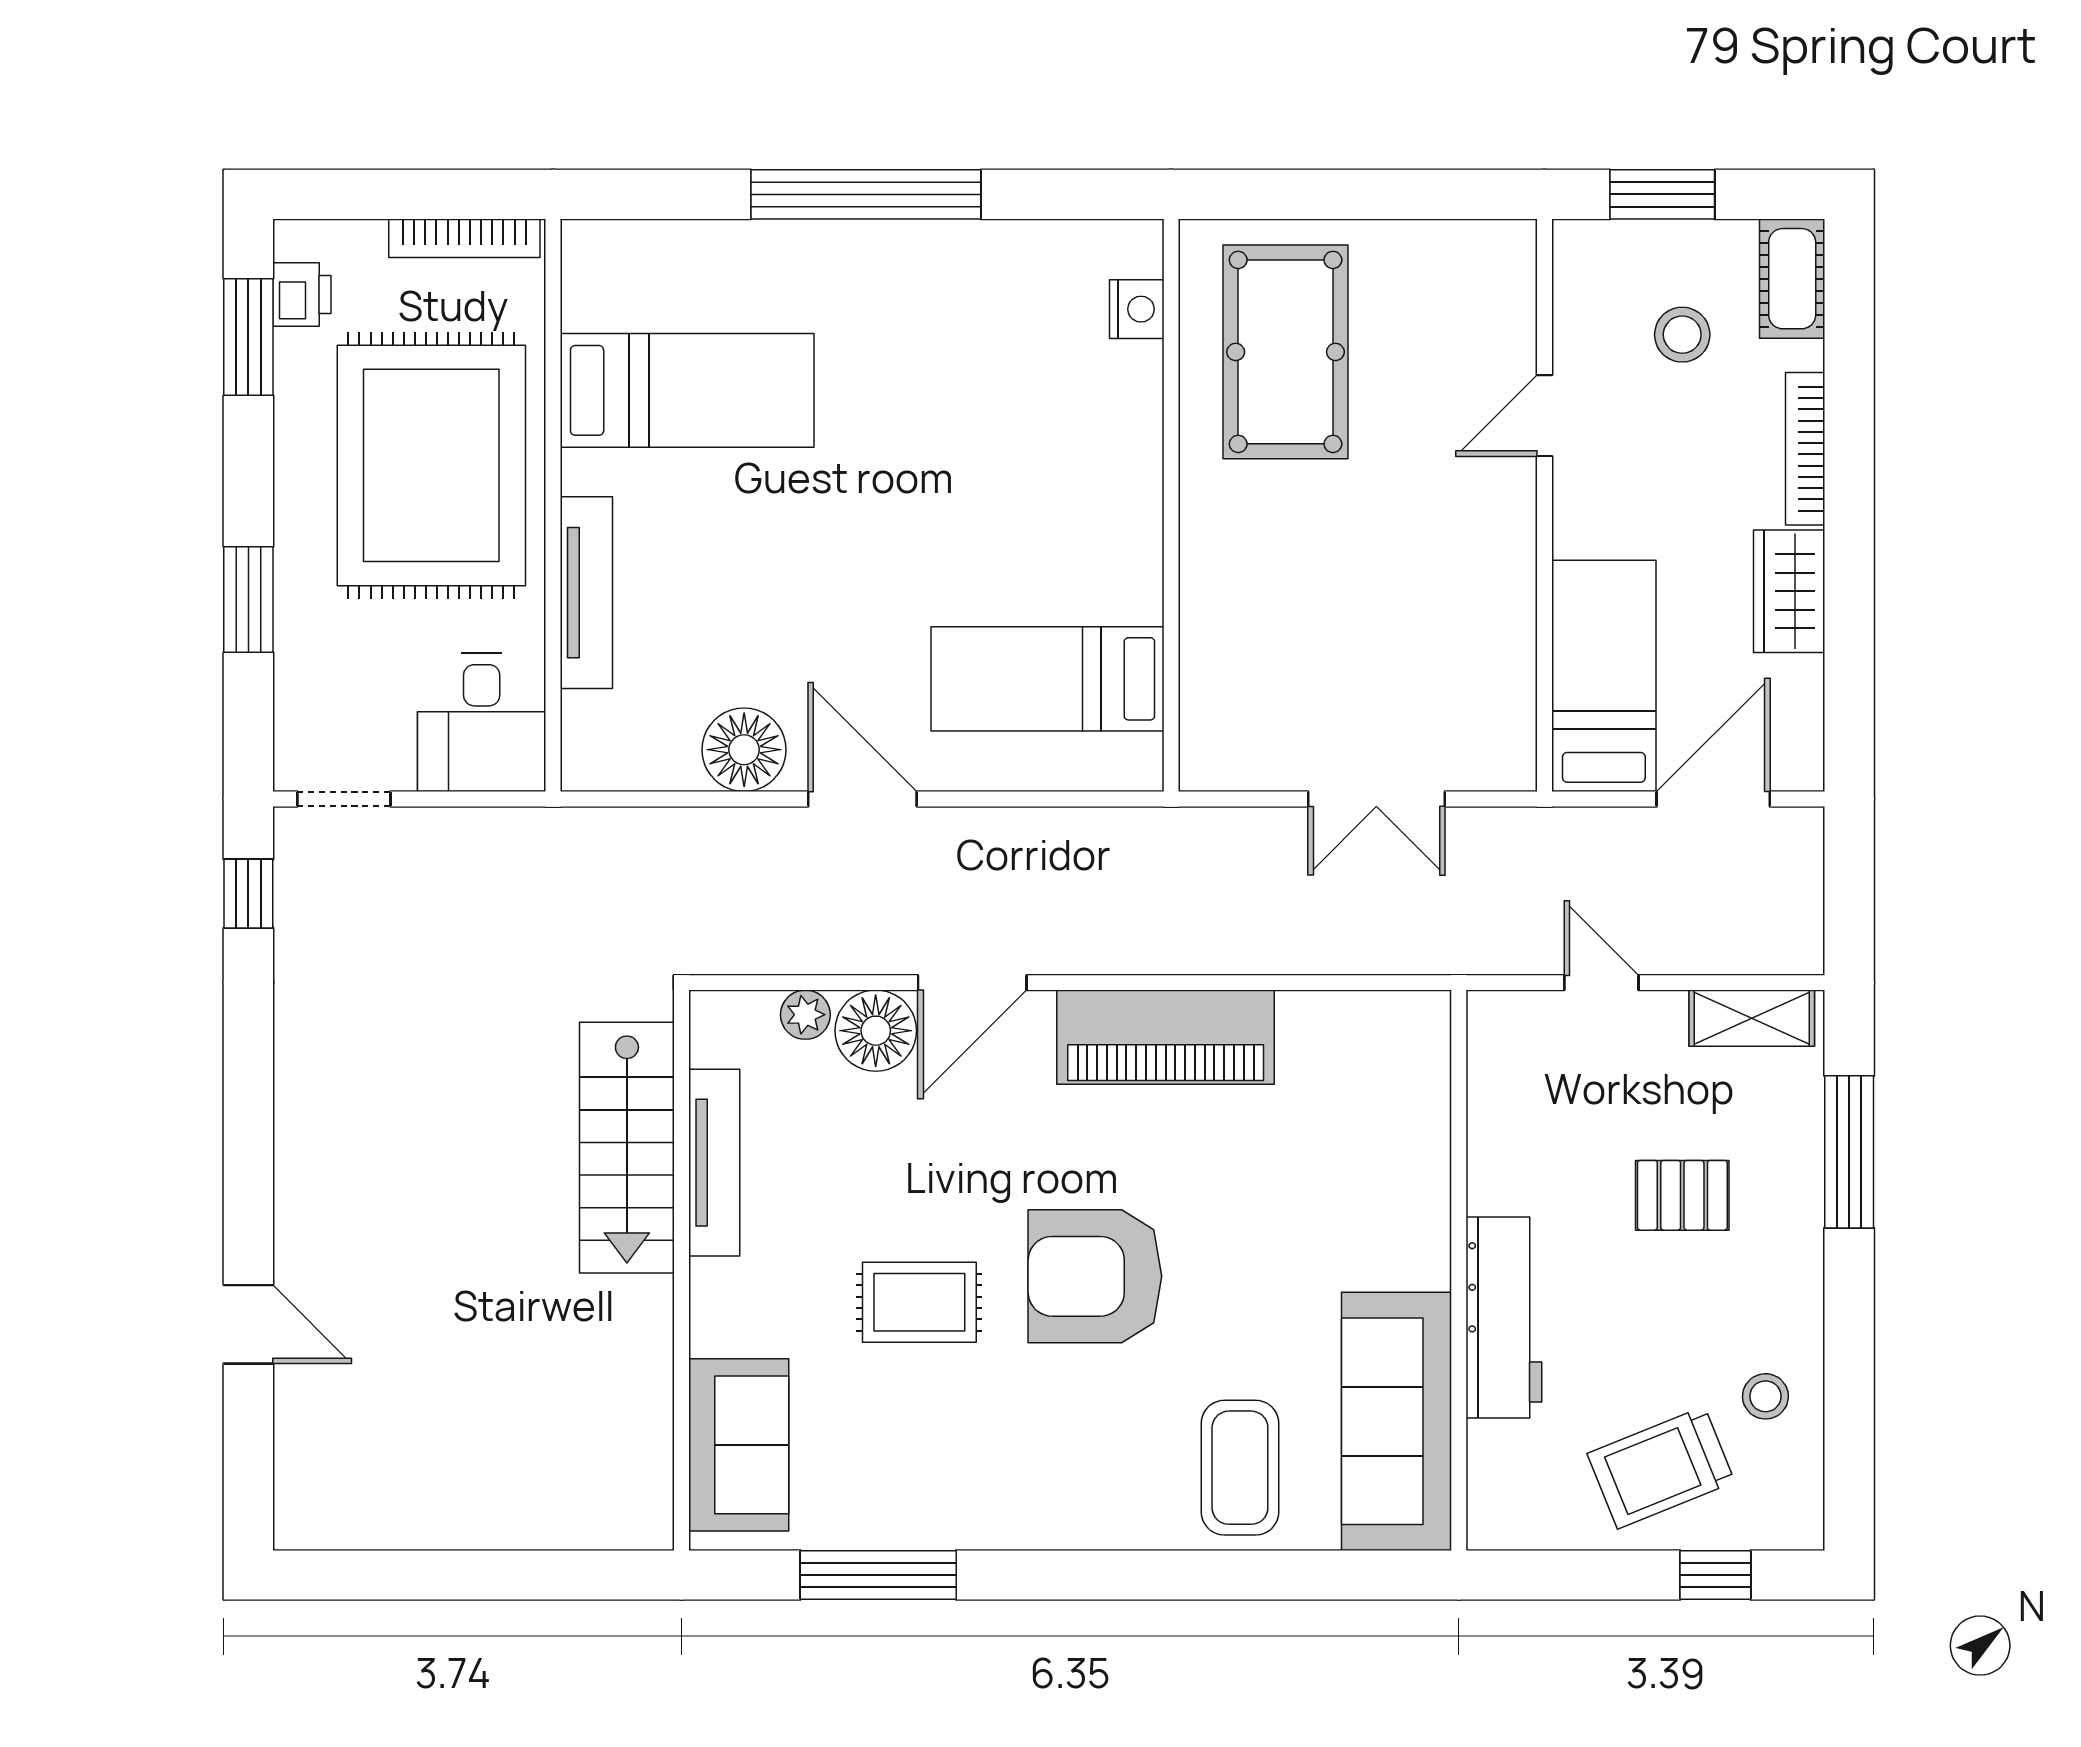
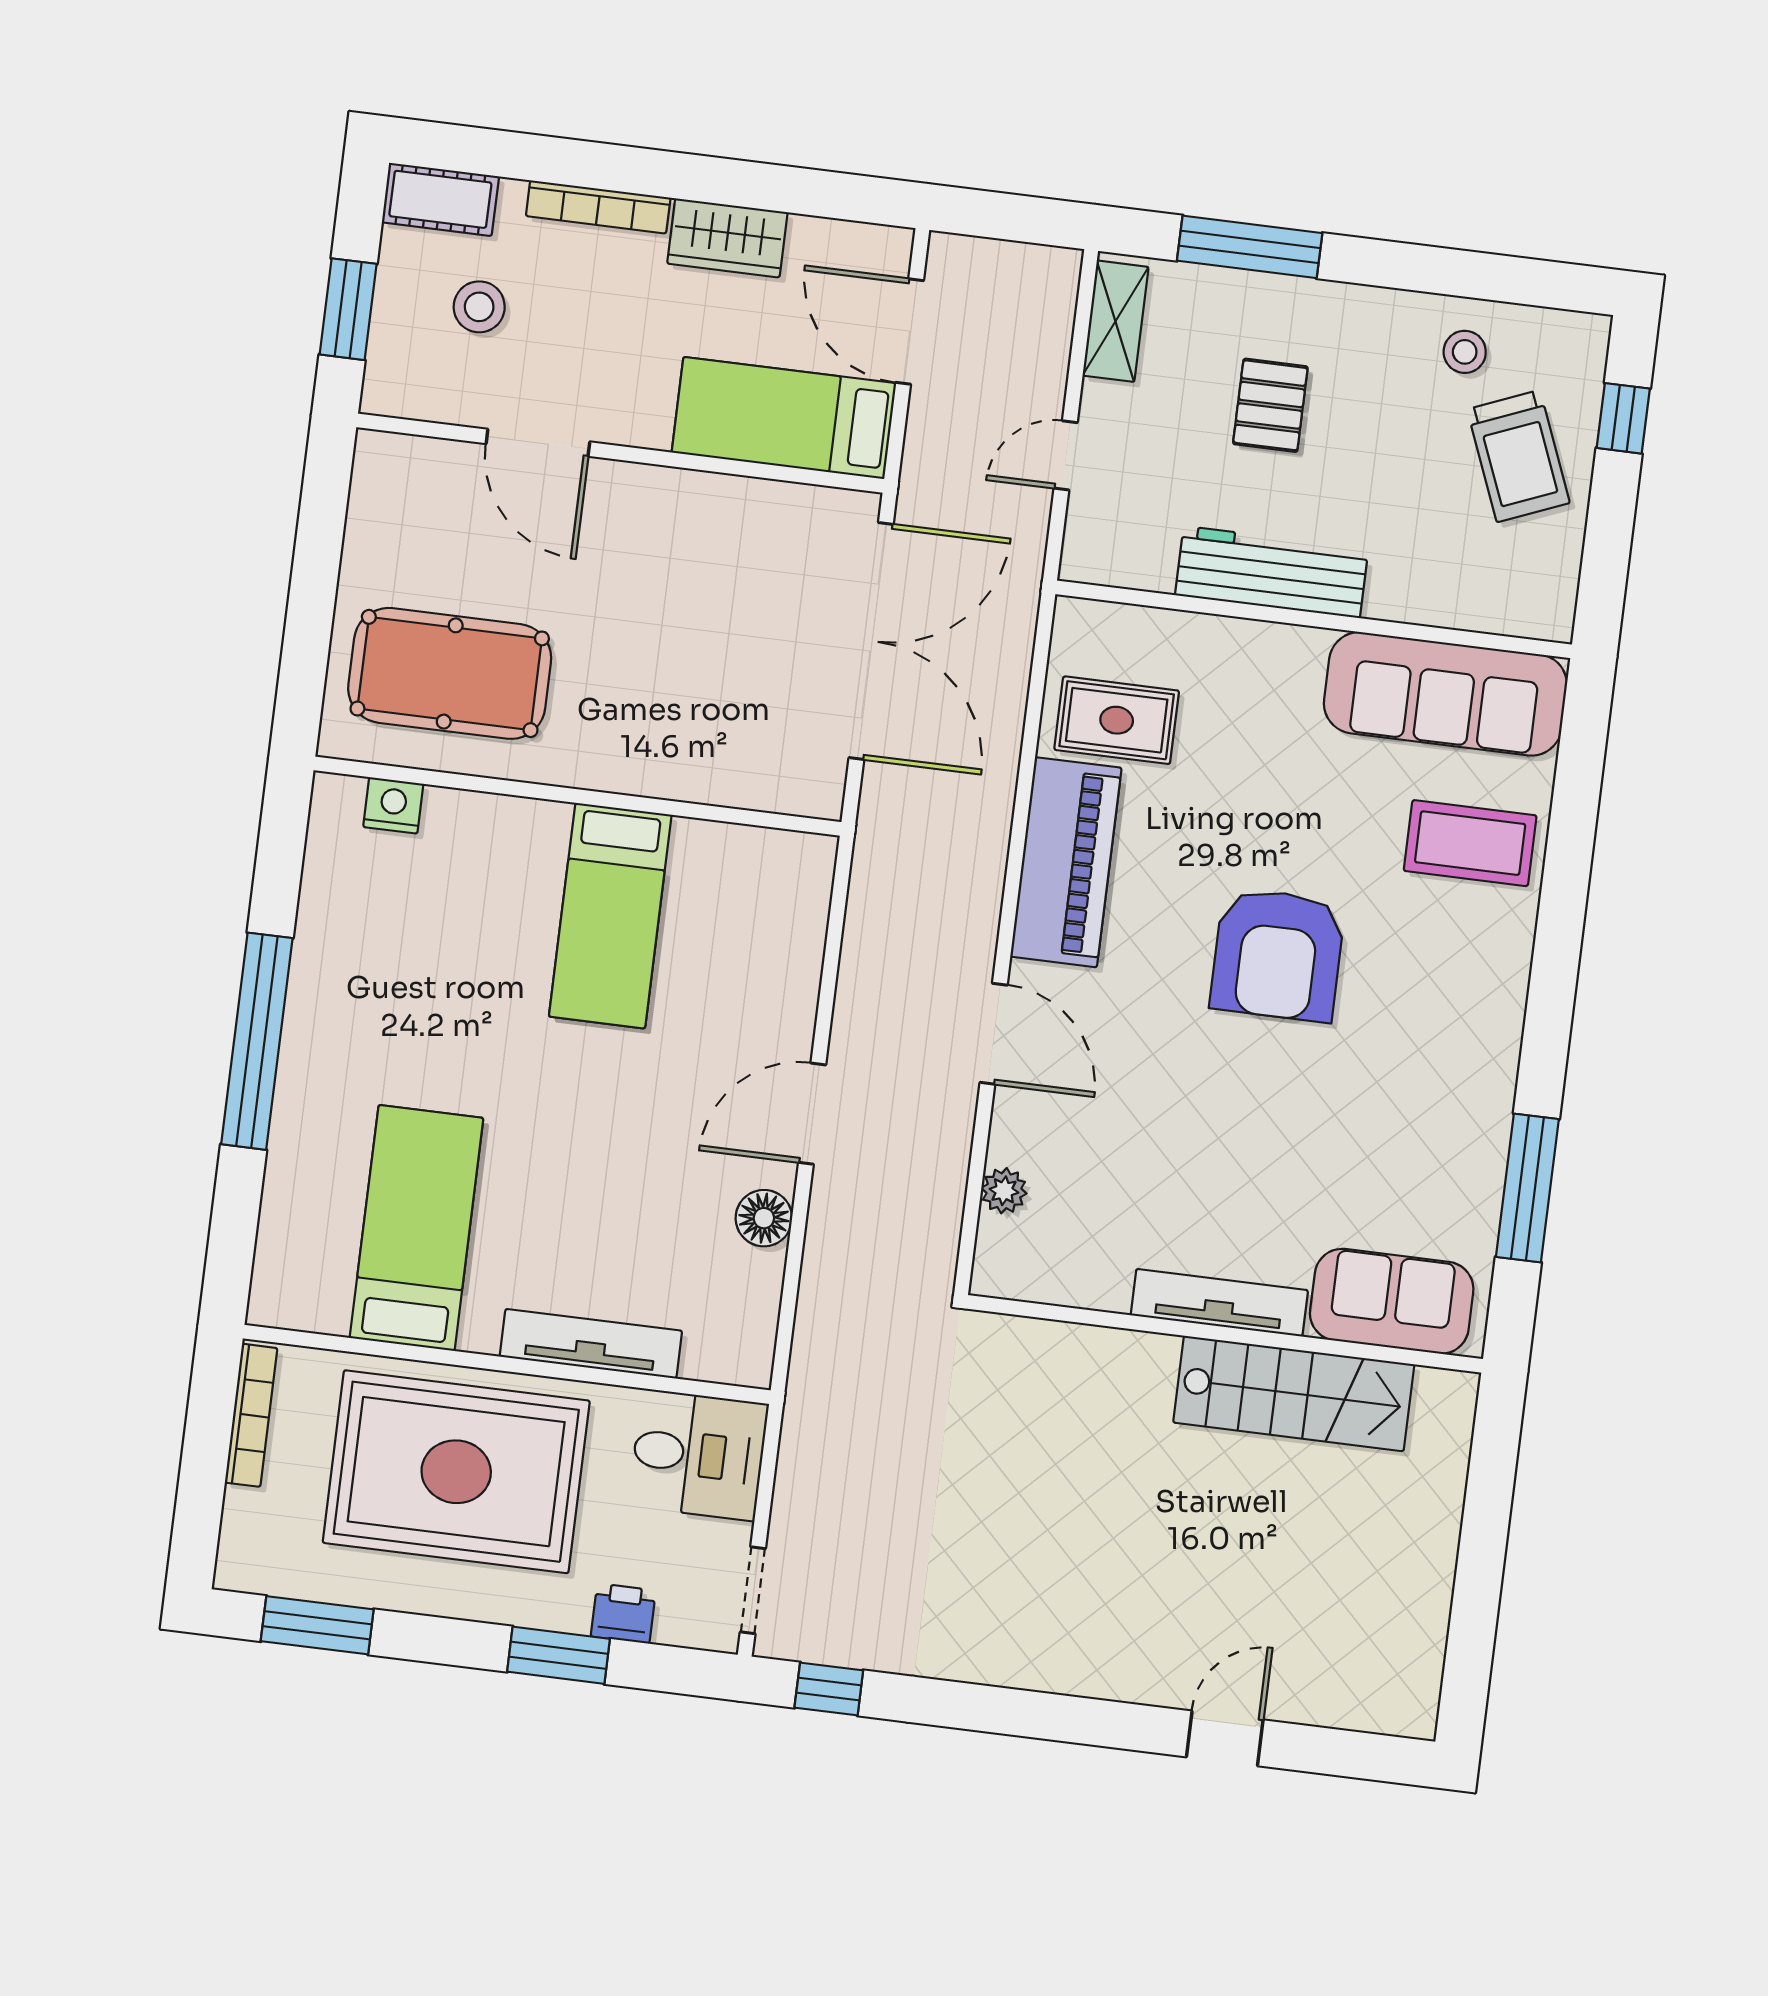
printer: (302, 295) -> (623, 1613), moved
door: (1544, 416) -> (538, 443), width x1.38
bed: (1047, 679) -> (610, 916), moved
floor lamp: (744, 750) -> (764, 1218), width x0.73, depth x0.73
double door: (1376, 799) -> (871, 641), width x1.87
floor lamp: (876, 1031) -> (1027, 1128), removed
stairs: (627, 1148) -> (1294, 1393), moved
tv unit: (714, 1163) -> (1219, 1303), moved
rug: (919, 1302) -> (1117, 720), moved, turned 90
workbench: (1504, 1317) -> (1272, 572), moved

